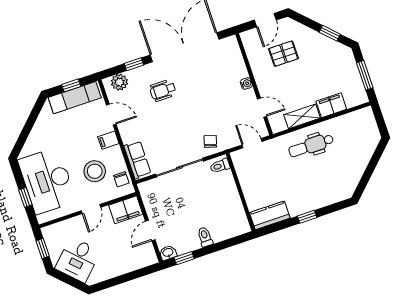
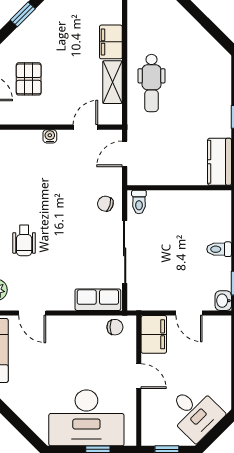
door: (111, 114) -> (32, 313), swing flipped
filing cabinet: (108, 140) -> (62, 327), removed
stool: (95, 171) -> (94, 356), removed

